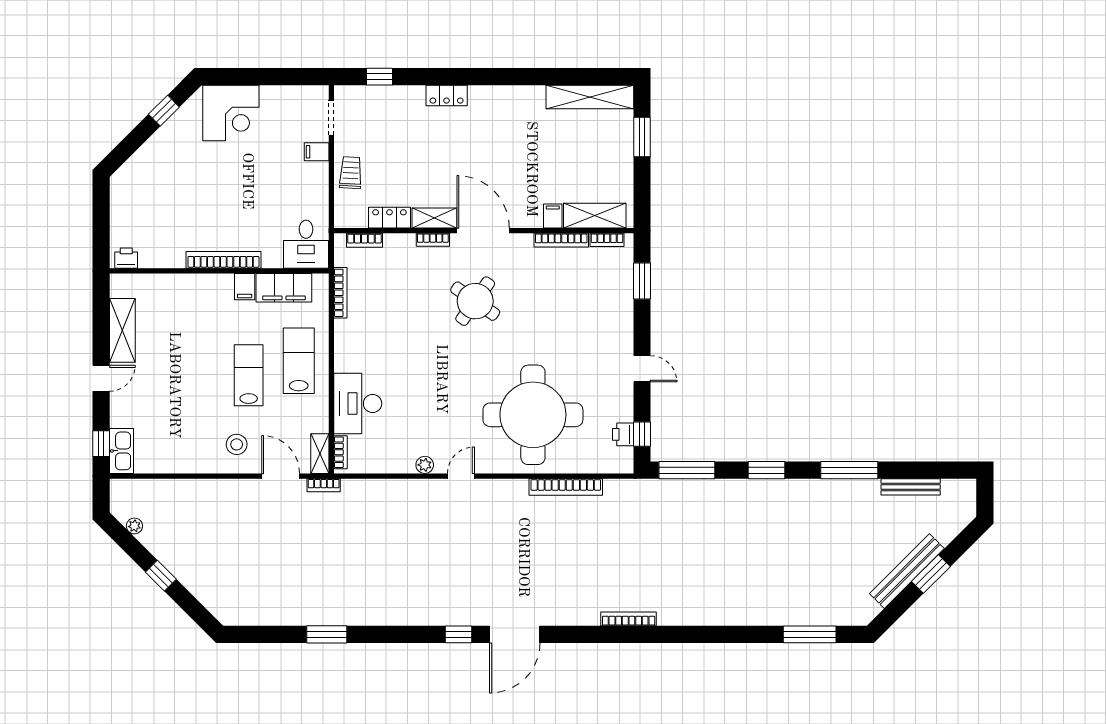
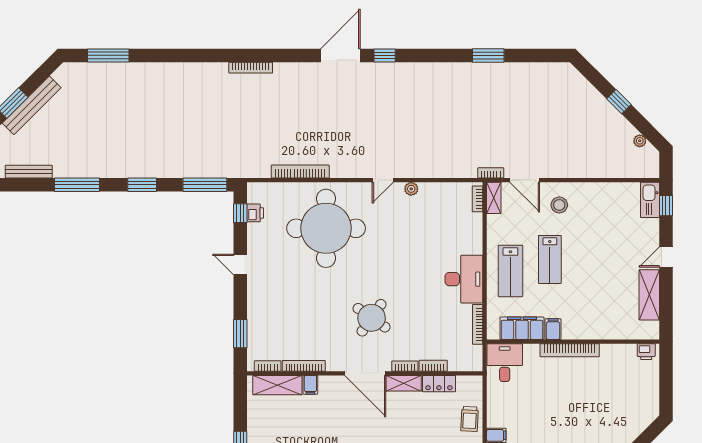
bookcase: (364, 240) -> (433, 366), moved
desk: (358, 403) -> (464, 279), moved

